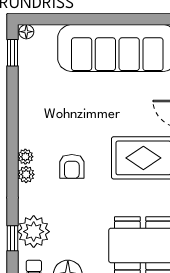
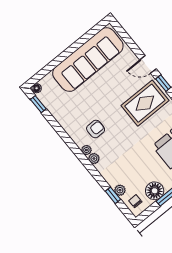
armchair: (72, 166) -> (96, 129), moved, turned -90
plant: (34, 232) -> (120, 190), width x0.53, depth x0.53

